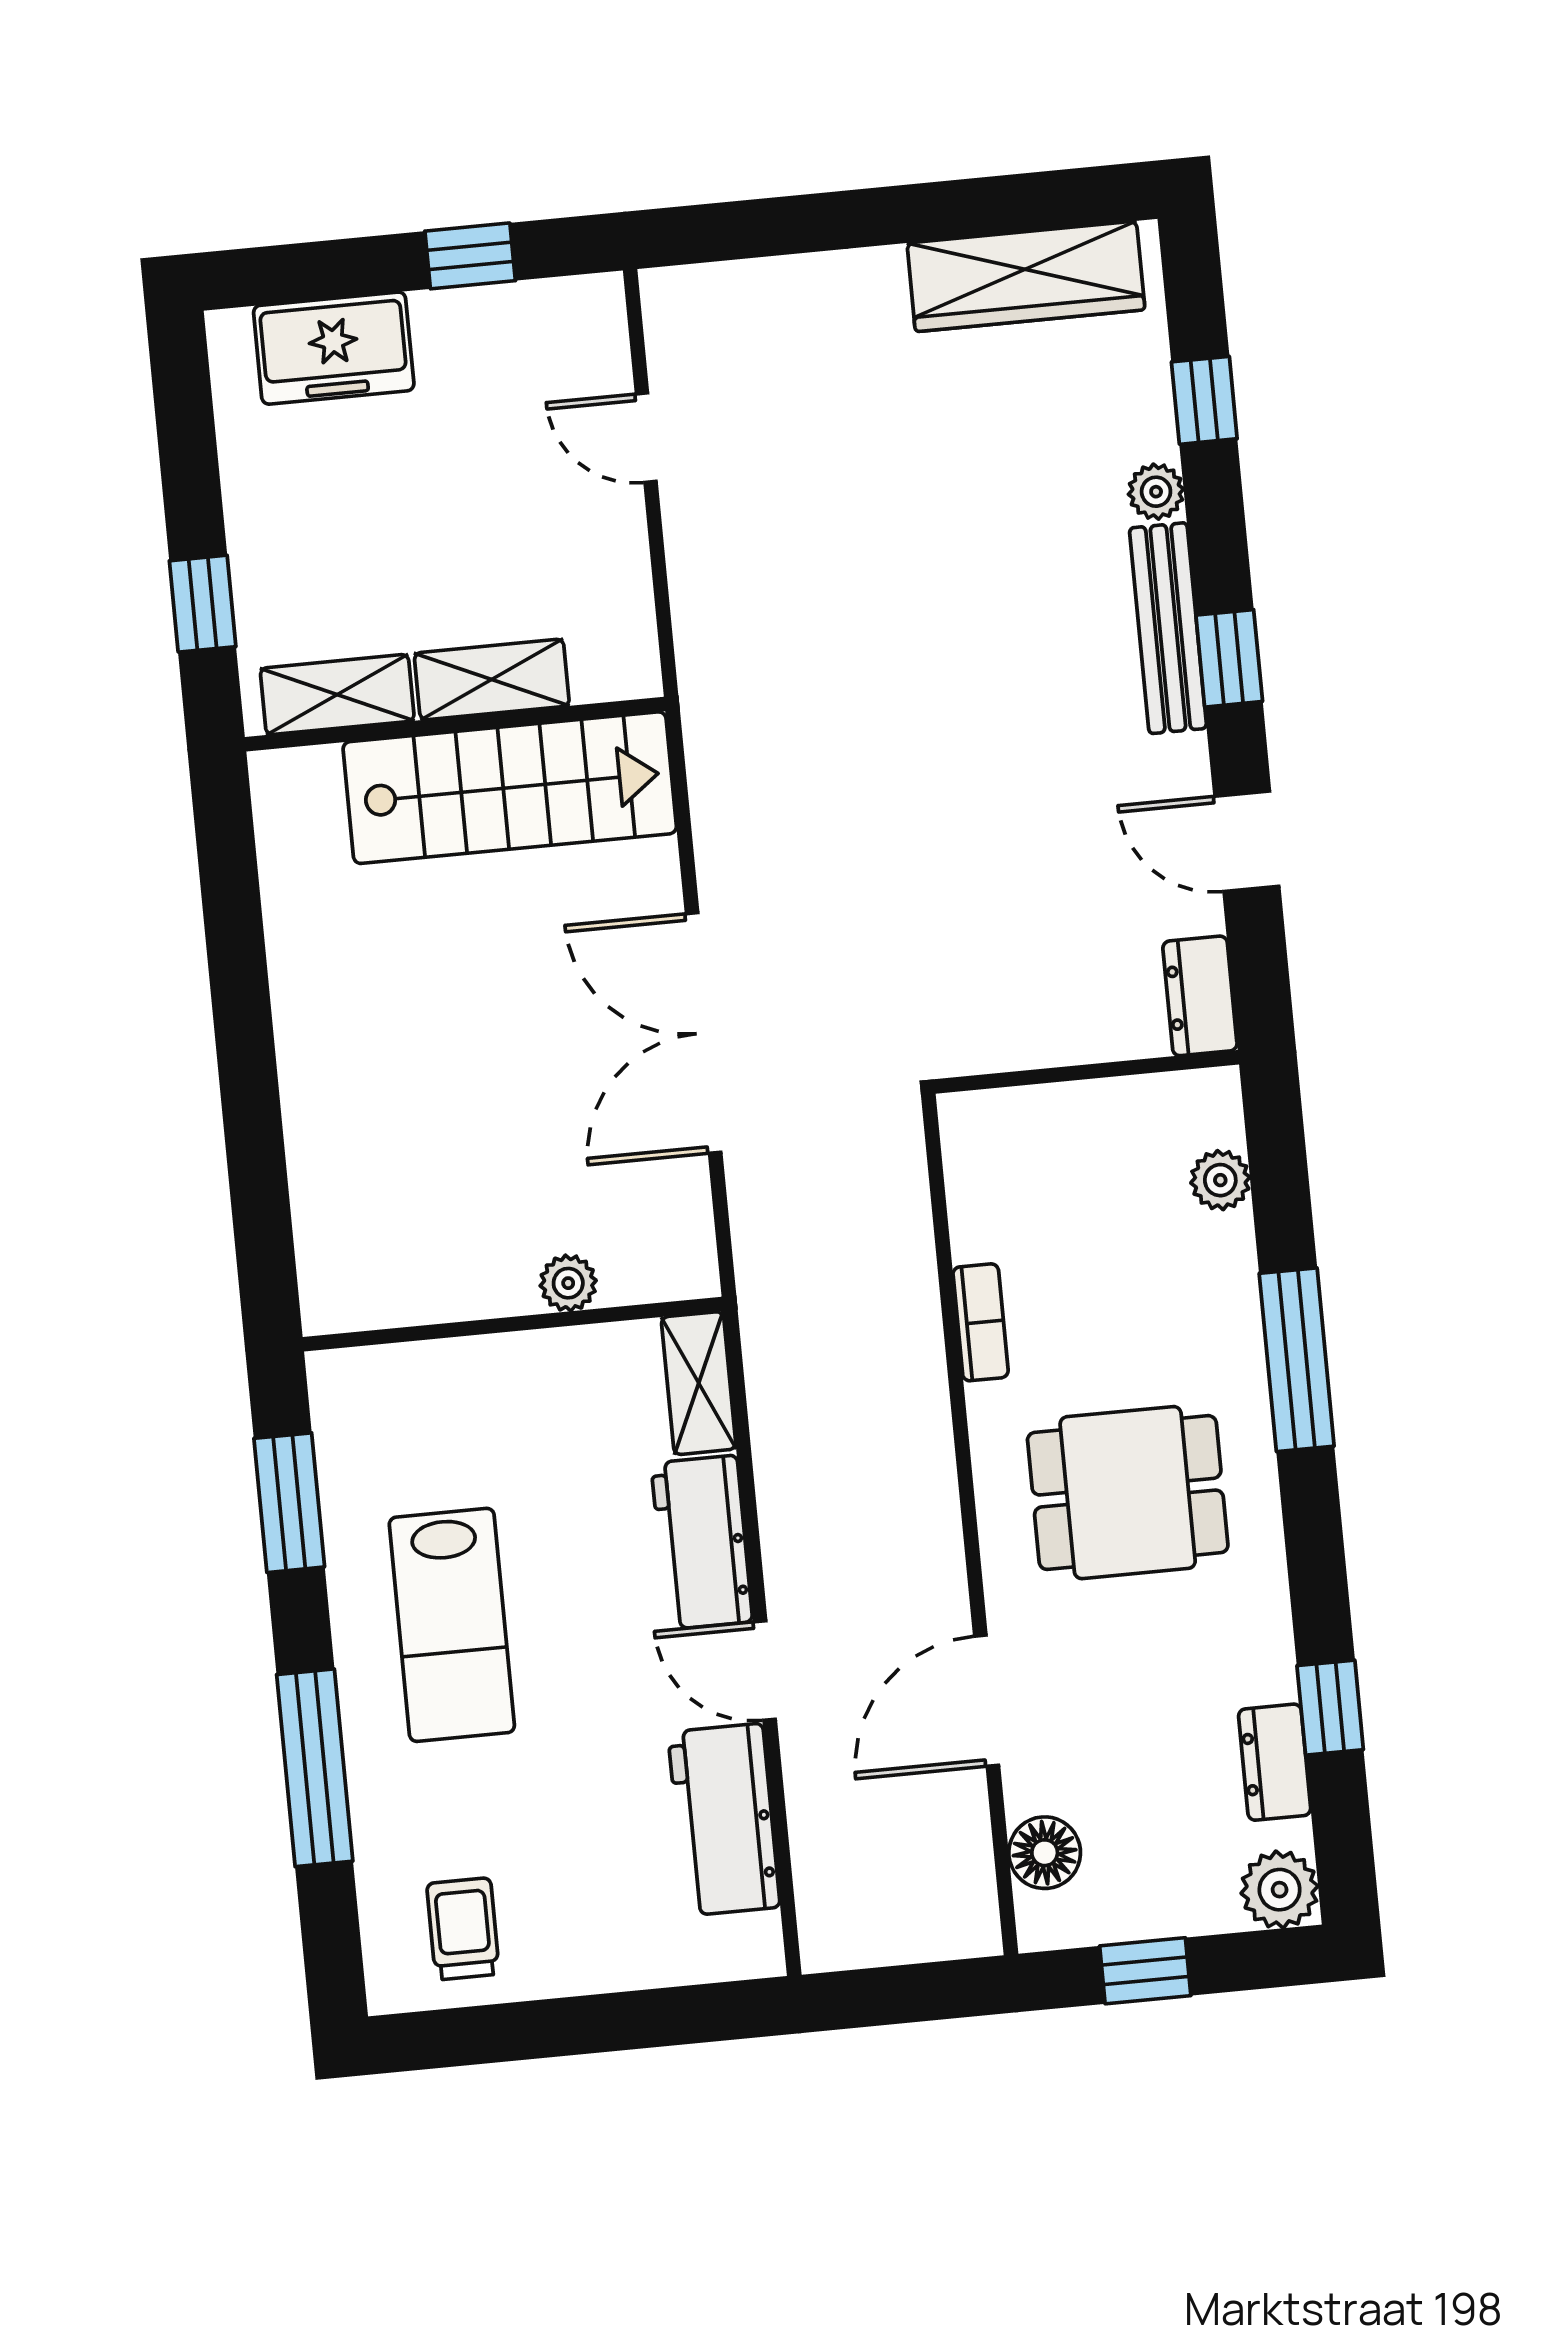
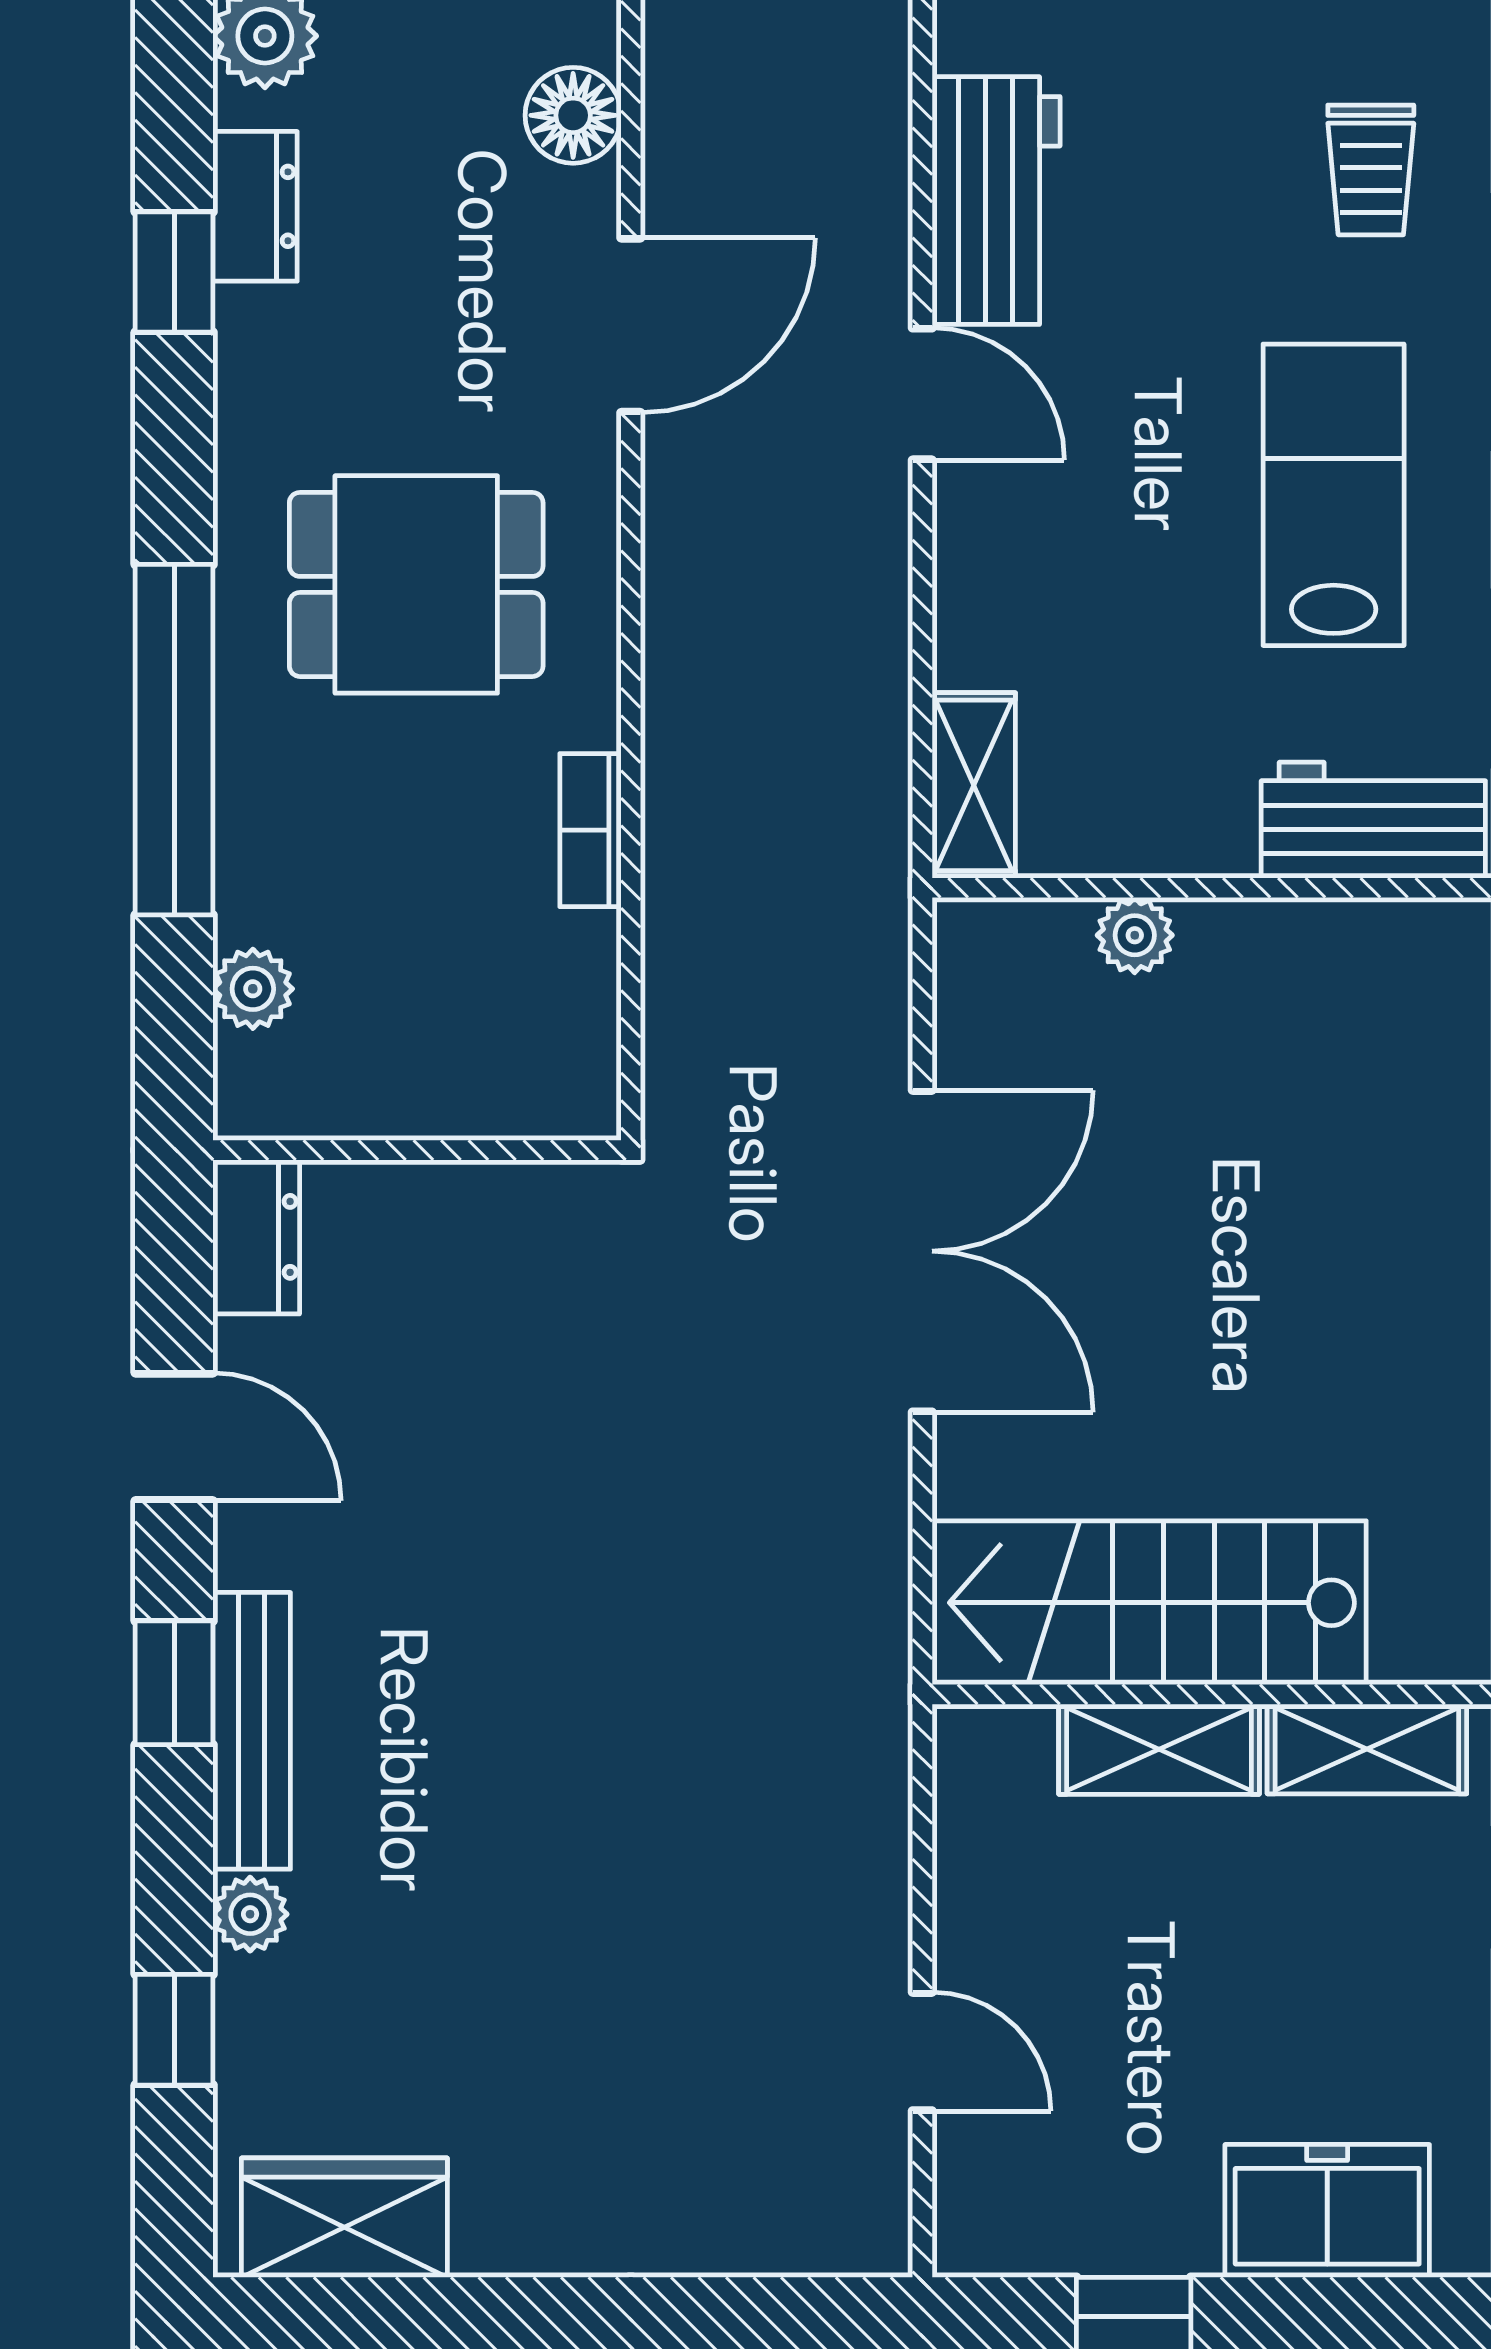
wardrobe: (1026, 276) -> (344, 2218), width x0.67
window: (1297, 1360) -> (174, 740), width x1.46
workbench: (702, 1542) -> (1373, 820), moved, turned -90
trolley: (463, 1929) -> (1371, 170), moved

